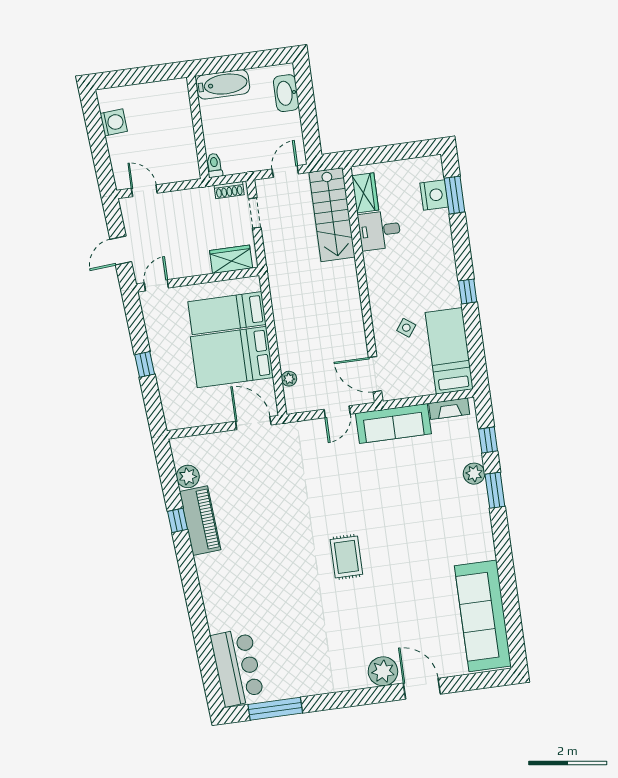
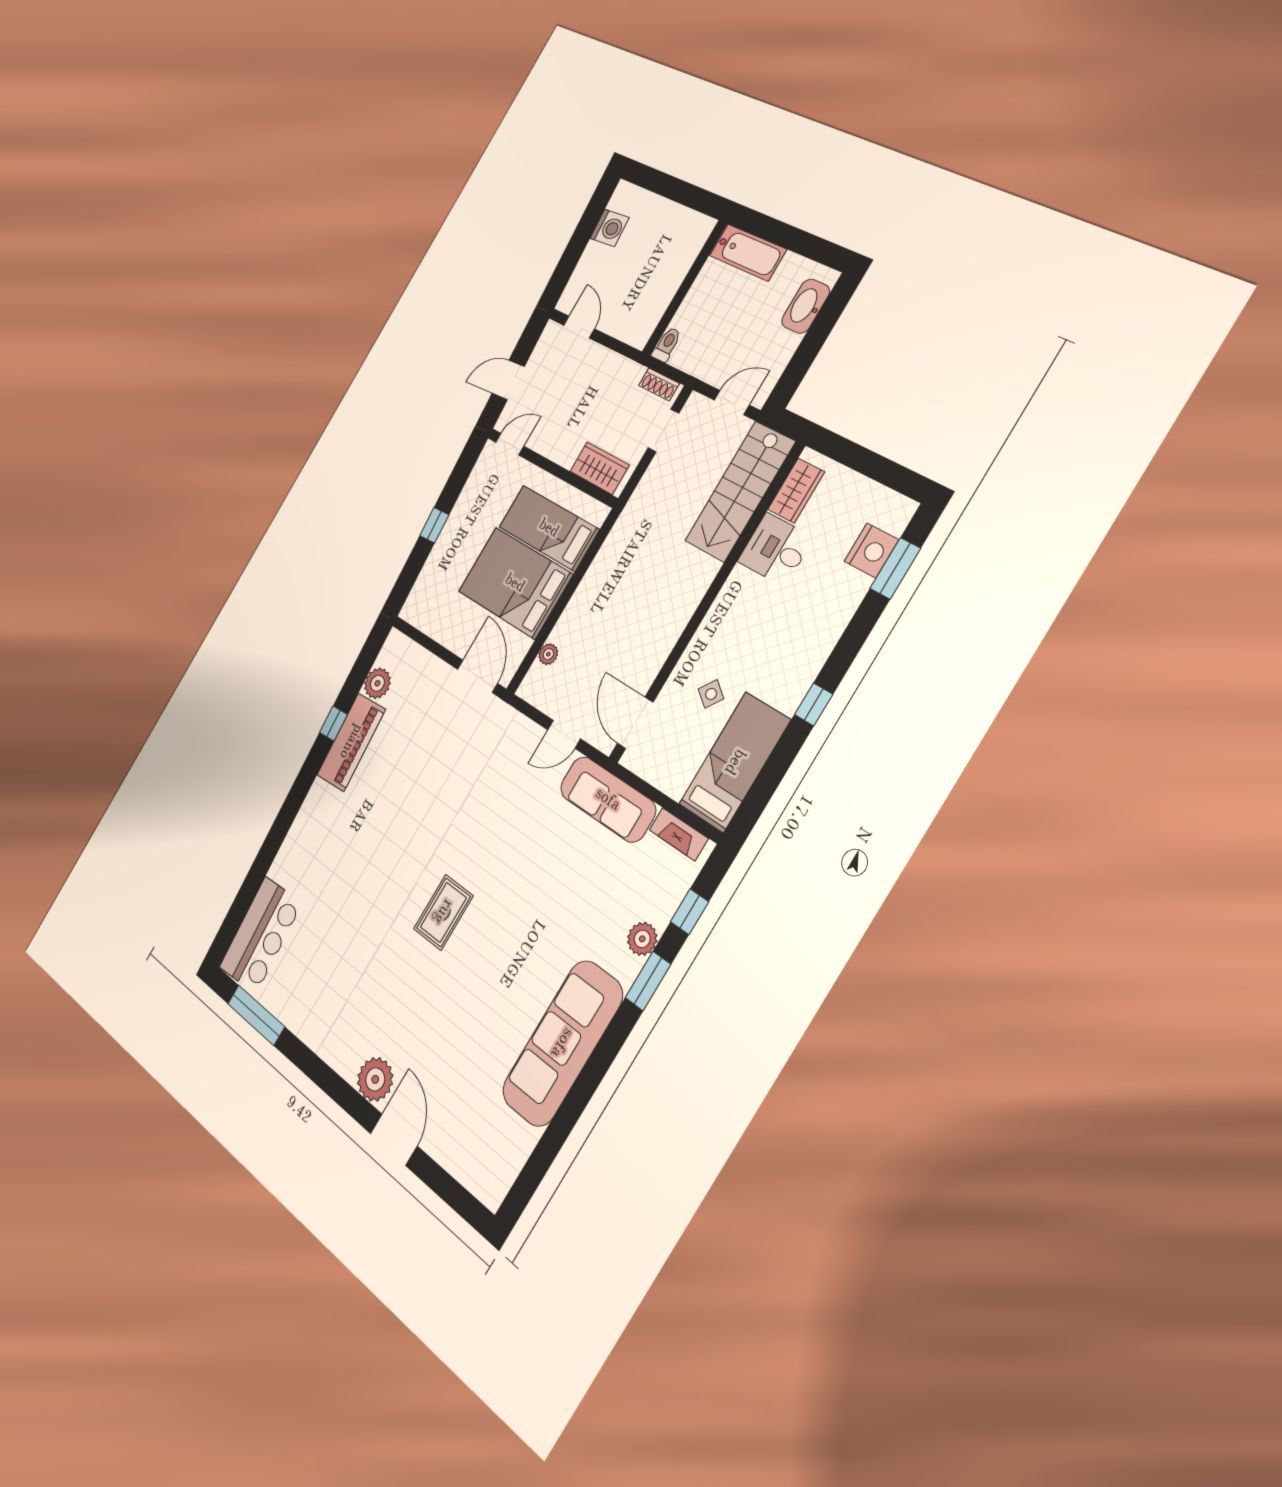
sofa: (483, 616) -> (562, 1043), moved

